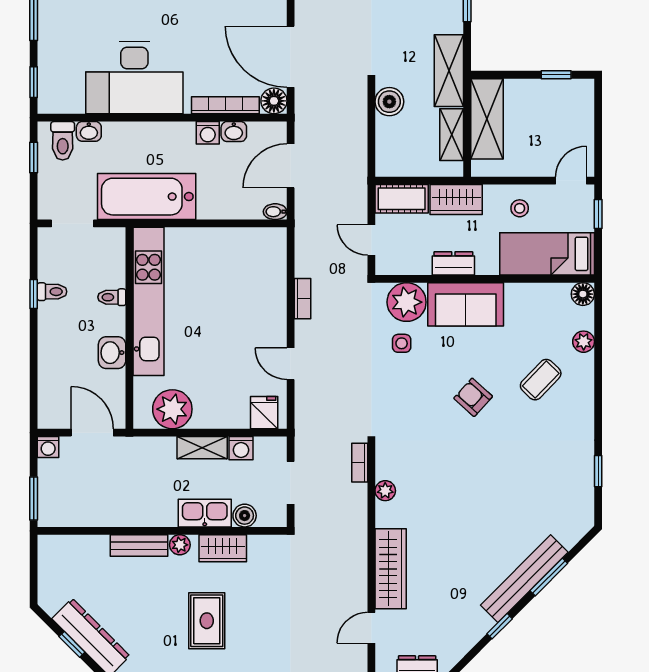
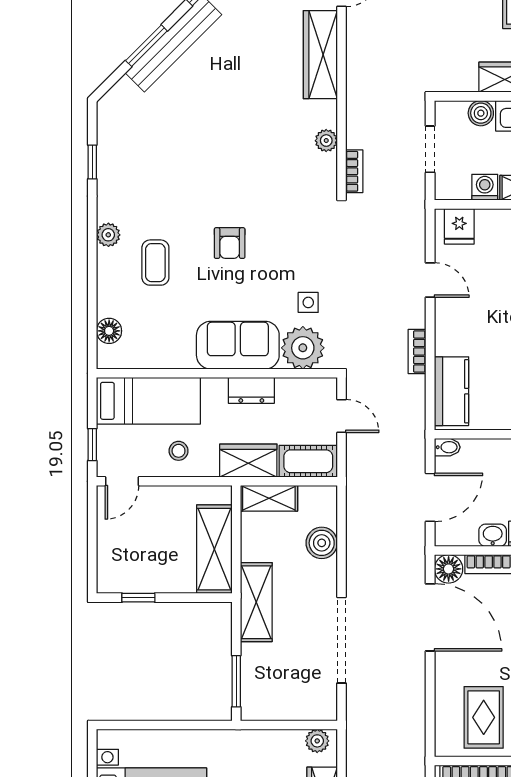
boiler: (389, 102) -> (322, 543), moved
shelving: (452, 135) -> (269, 498), moved, turned 90
kitchen counter: (271, 263) -> (451, 391), added
floor lamp: (583, 294) -> (109, 331), moved
plant: (584, 342) -> (108, 235), moved
coffee table: (541, 380) -> (155, 263), turned -44
armchair: (473, 397) -> (230, 243), turned 48

